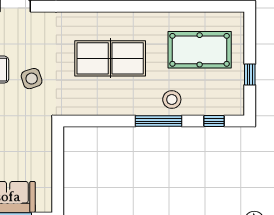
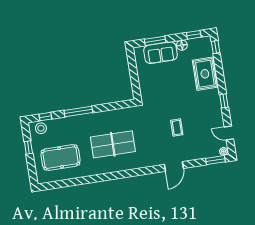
side table: (32, 79) -> (158, 125), removed
stool: (172, 100) -> (41, 128), moved

